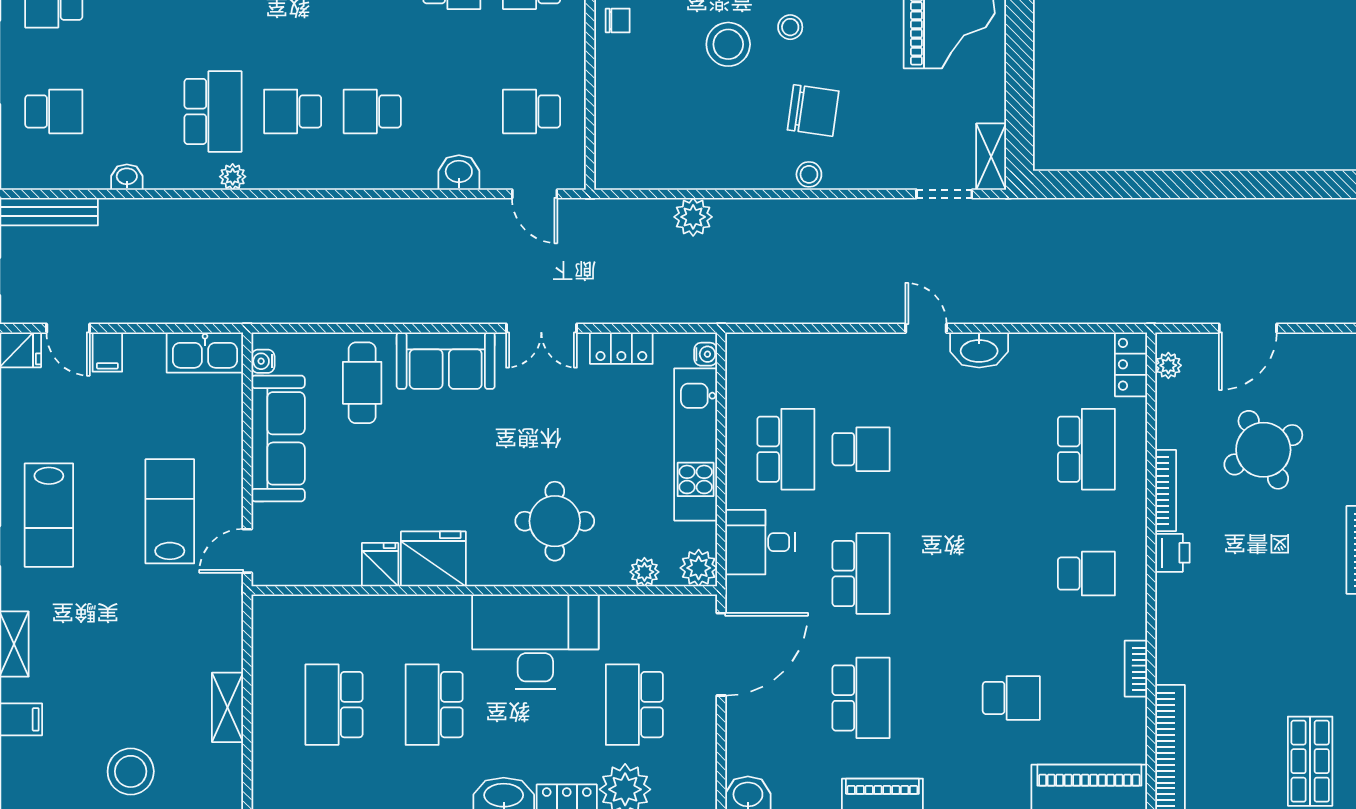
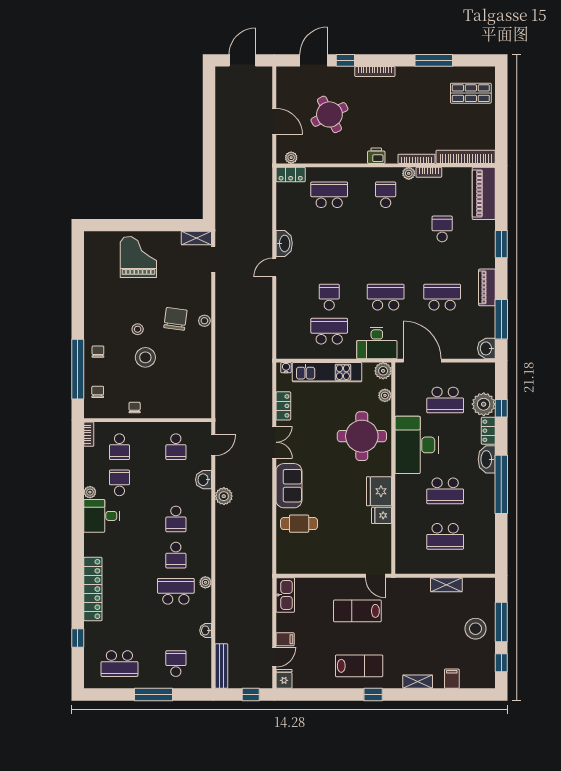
plant: (693, 217) -> (224, 496), moved
water cooler: (263, 361) -> (289, 569), removed
sofa: (278, 438) -> (324, 562), removed
bookcase: (1166, 491) -> (416, 159), moved
round table: (555, 521) -> (362, 436), width x1.36, depth x1.36
desk: (760, 542) -> (377, 343), width x1.37
plant: (1134, 624) -> (409, 173), added

